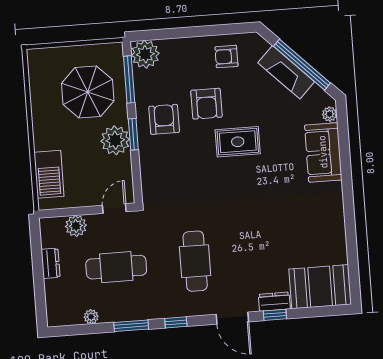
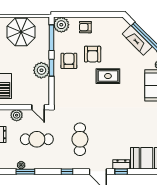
armchair: (226, 57) -> (85, 27), moved
parasol: (88, 92) -> (21, 32), moved
door: (114, 208) -> (38, 107), swing flipped
window: (131, 326) -> (25, 172), moved

